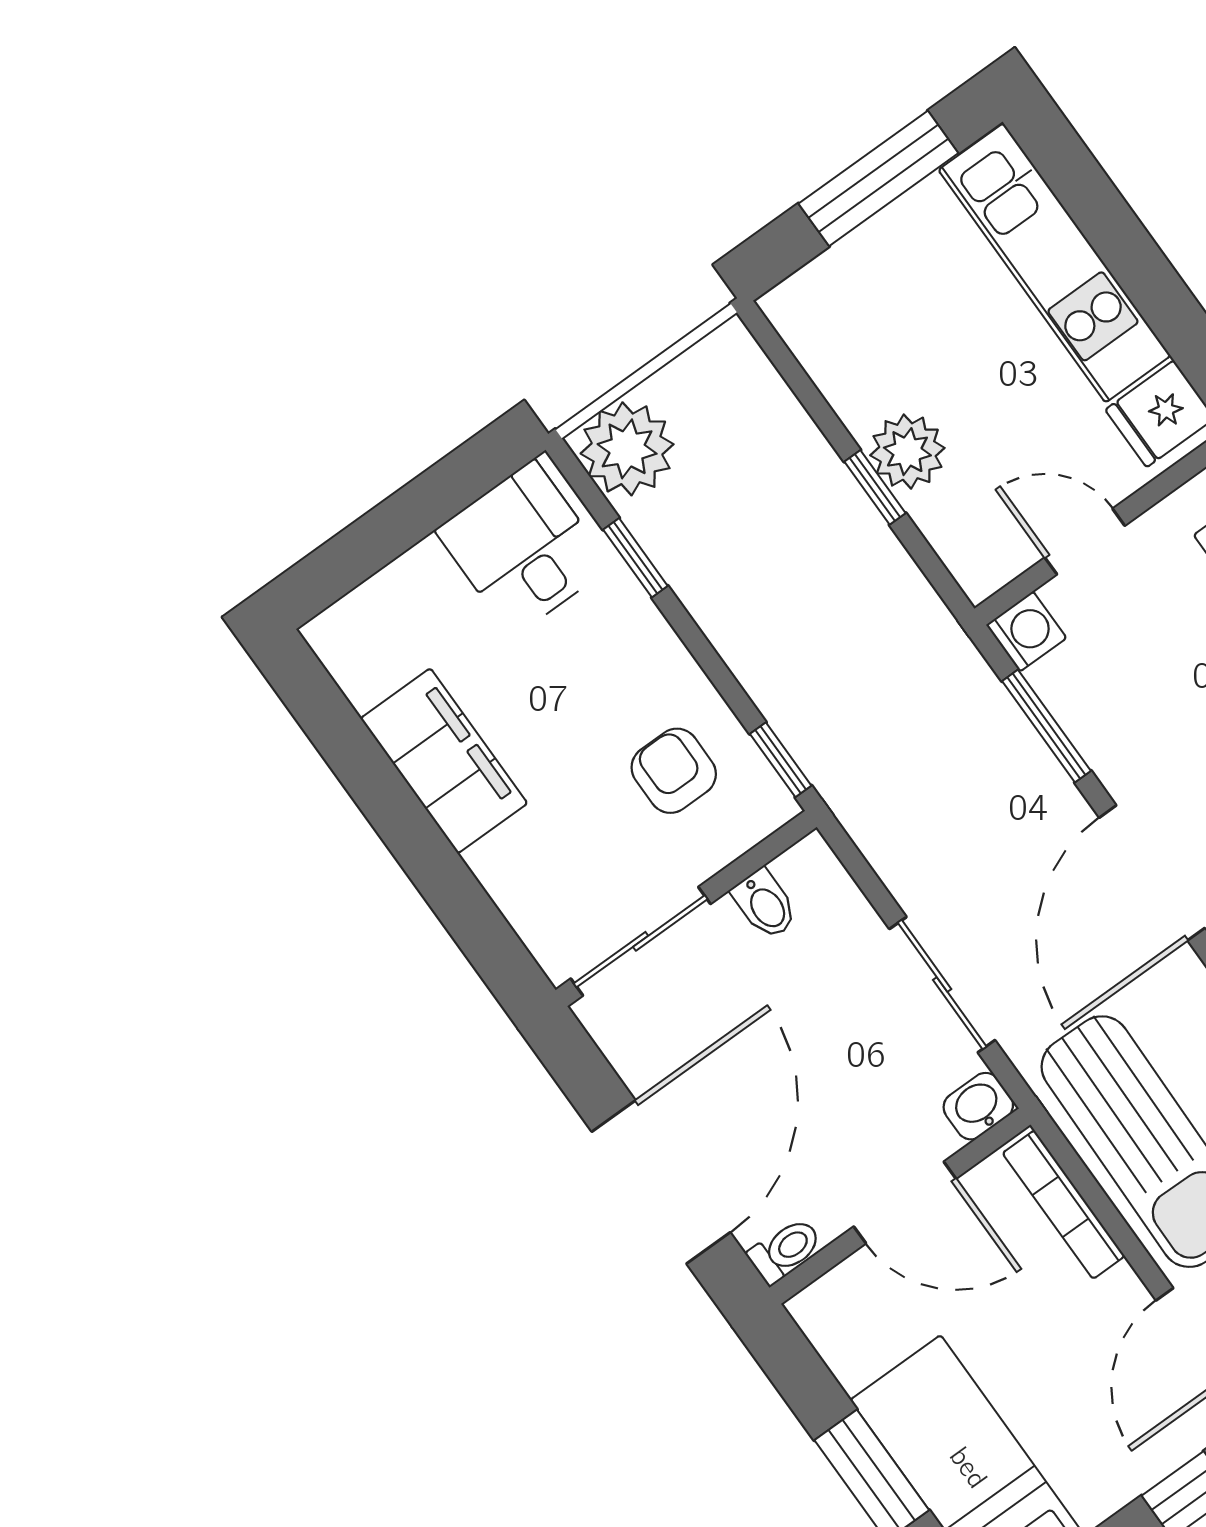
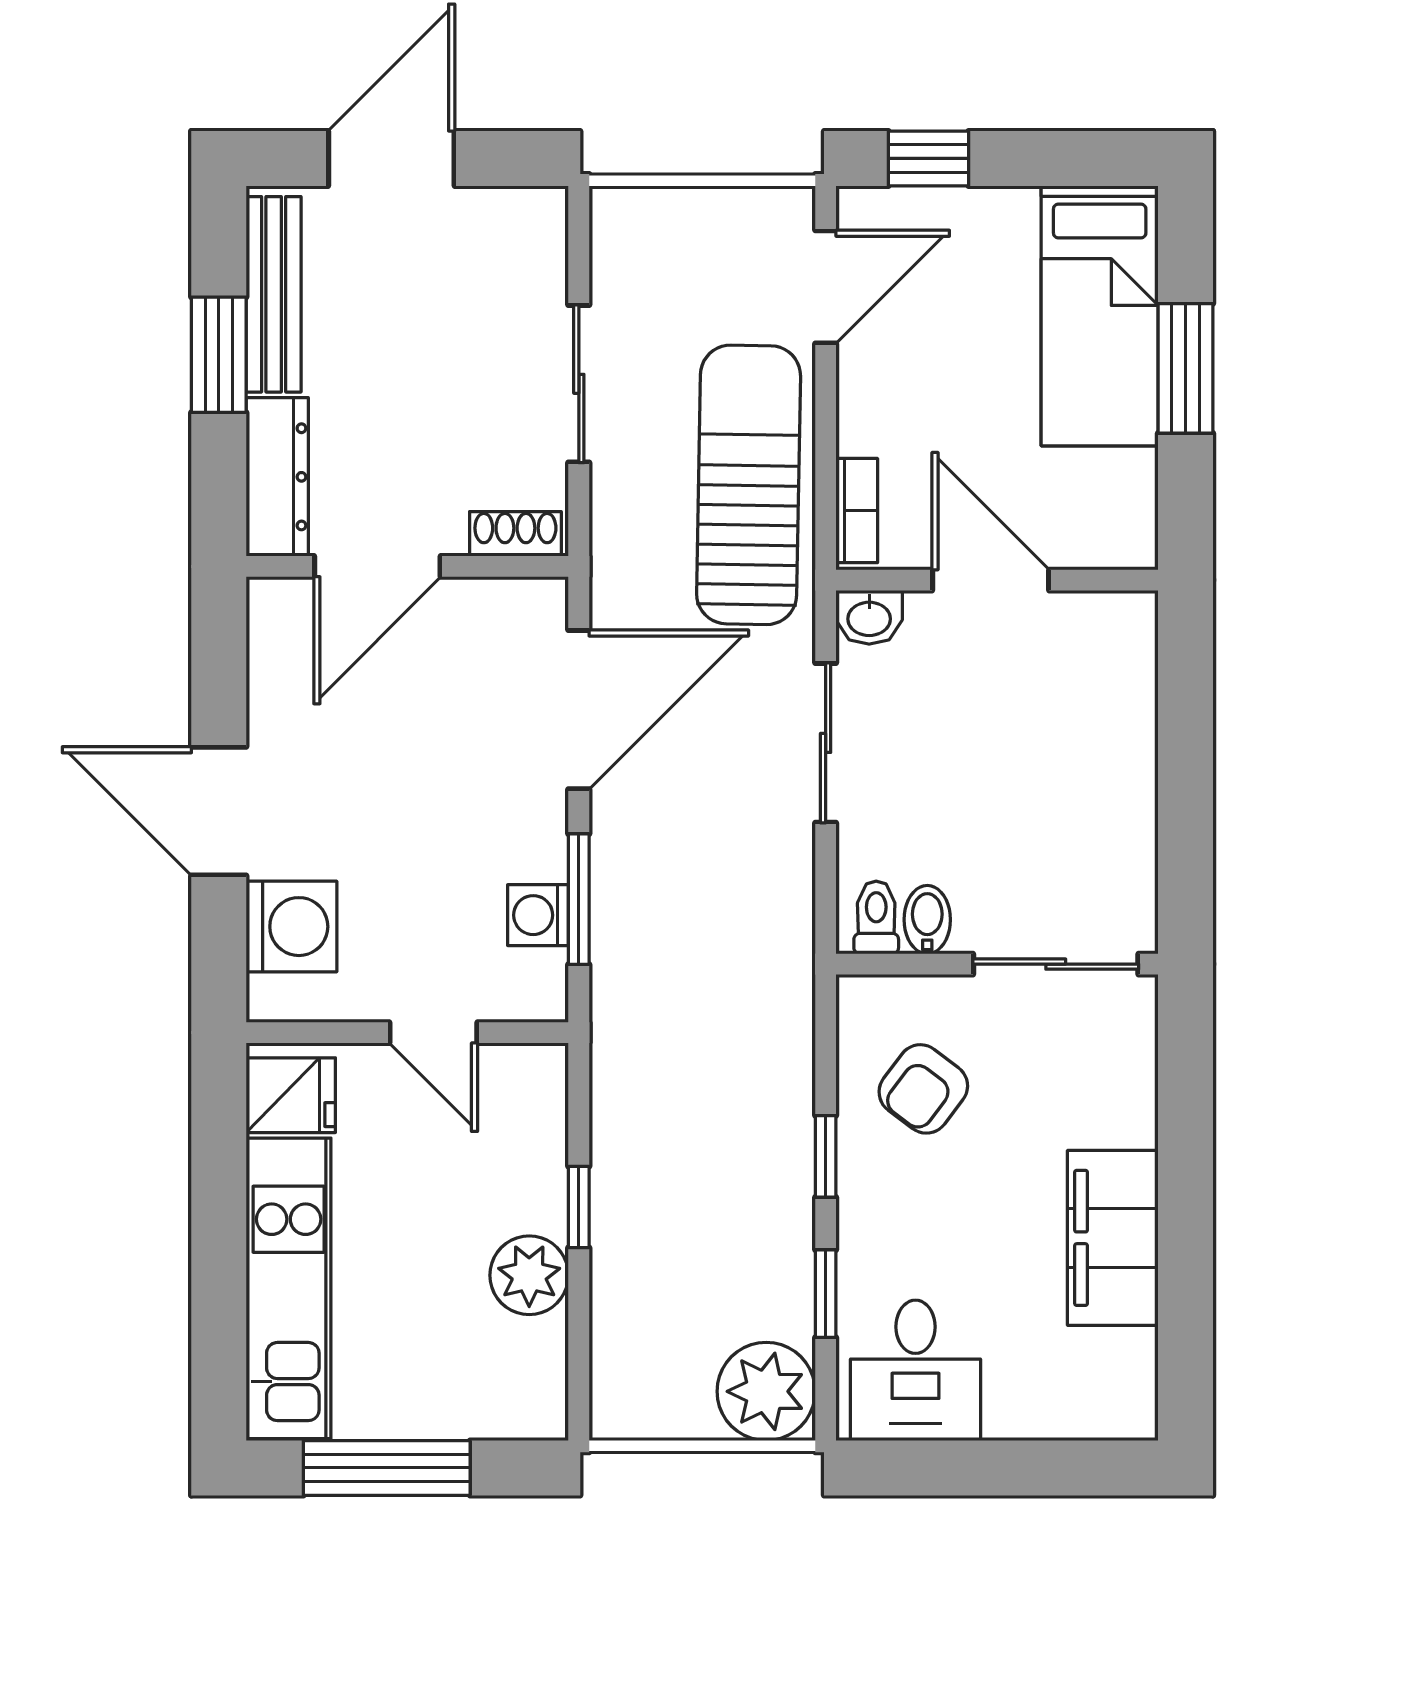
plant: (907, 452) -> (529, 1275), moved
washing machine: (1026, 631) -> (538, 915), moved
window: (781, 760) -> (826, 1156), moved
armchair: (674, 771) -> (923, 1089), turned 37
door: (661, 1182) -> (1186, 747), removed
bookcase: (1064, 1205) -> (857, 511), width x0.64
toilet: (785, 1250) -> (876, 917), moved, turned 90

